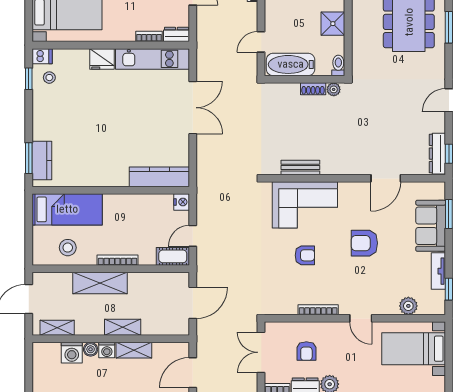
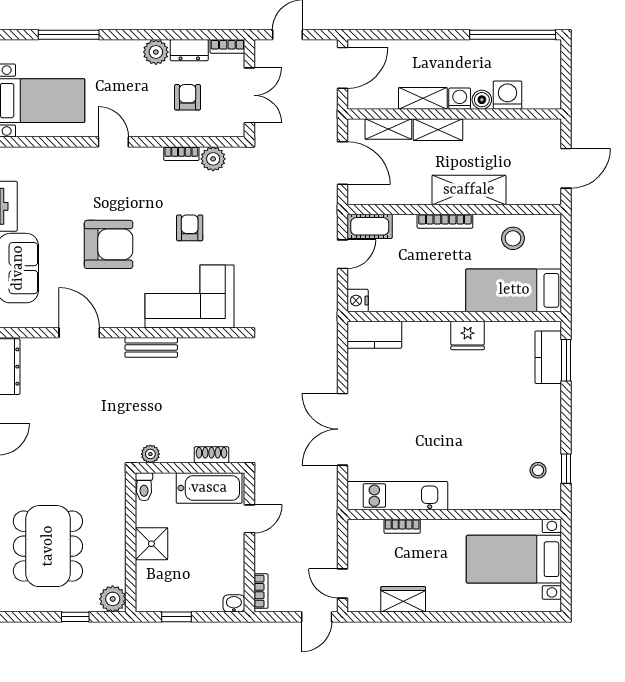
dresser: (176, 34) -> (365, 529), removed
dishwasher: (42, 56) -> (548, 499), removed
fridge: (102, 59) -> (468, 335), moved, turned 180
shoe rack: (313, 89) -> (212, 455), moved
bench: (300, 168) -> (151, 347), moved
kitchen counter: (159, 177) -> (374, 335), width x0.67
door: (386, 178) -> (79, 333), hinge flipped
armchair: (364, 243) -> (109, 244), width x1.36, depth x1.36
armchair: (305, 255) -> (190, 228), turned 90
door: (193, 303) -> (343, 163), swing flipped
plant: (408, 306) -> (213, 159), moved
bookcase: (318, 310) -> (181, 154), width x0.64
shelving: (57, 328) -> (388, 129), moved

